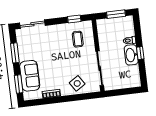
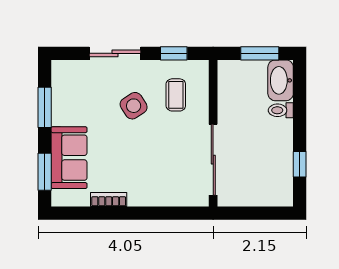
sliding door: (32, 24) -> (115, 53), moved
window: (140, 53) -> (300, 164), moved
washbasin: (131, 55) -> (281, 80), moved
side table: (77, 83) -> (134, 106), moved

